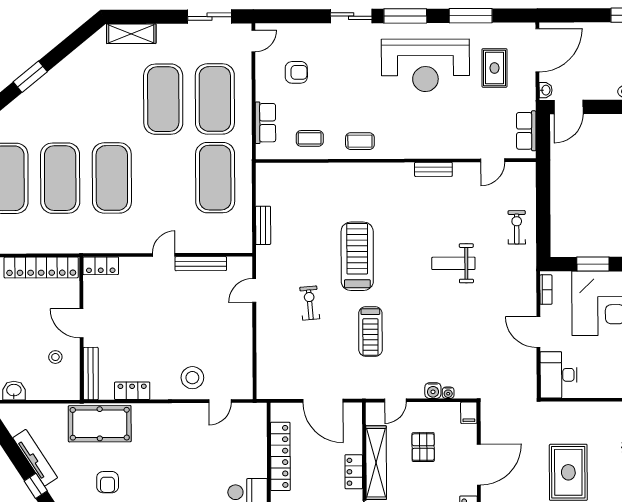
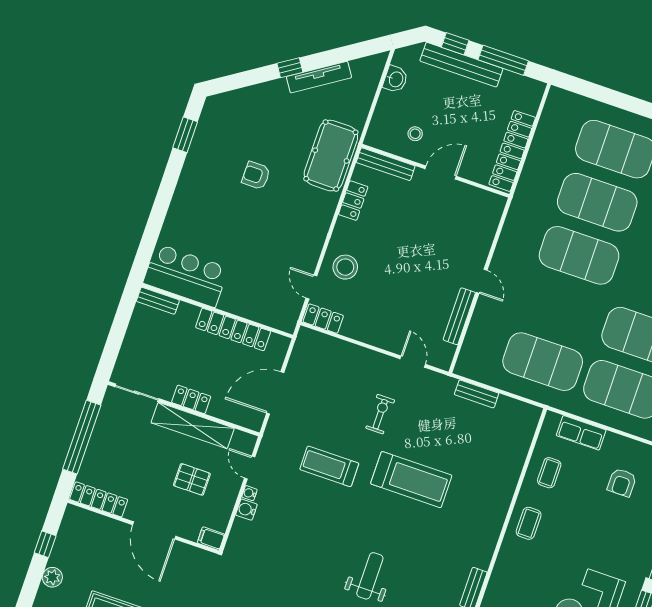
locker: (101, 266) -> (323, 319), moved, turned 90
exercise bike: (310, 303) -> (380, 414), turned -85
water cooler: (448, 393) -> (249, 493), moved
armchair: (108, 482) -> (256, 175), moved

